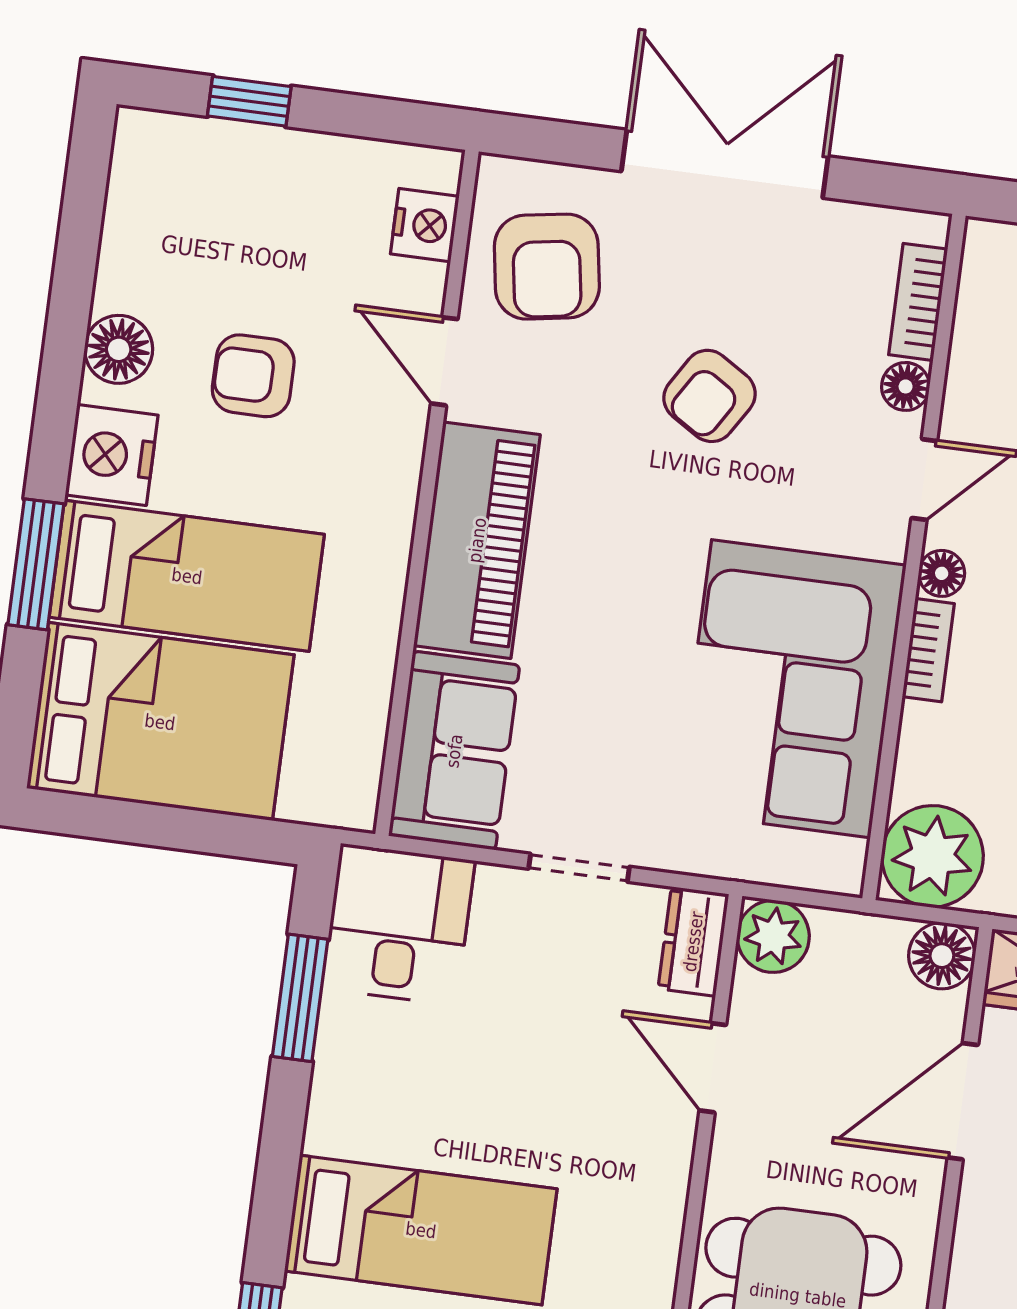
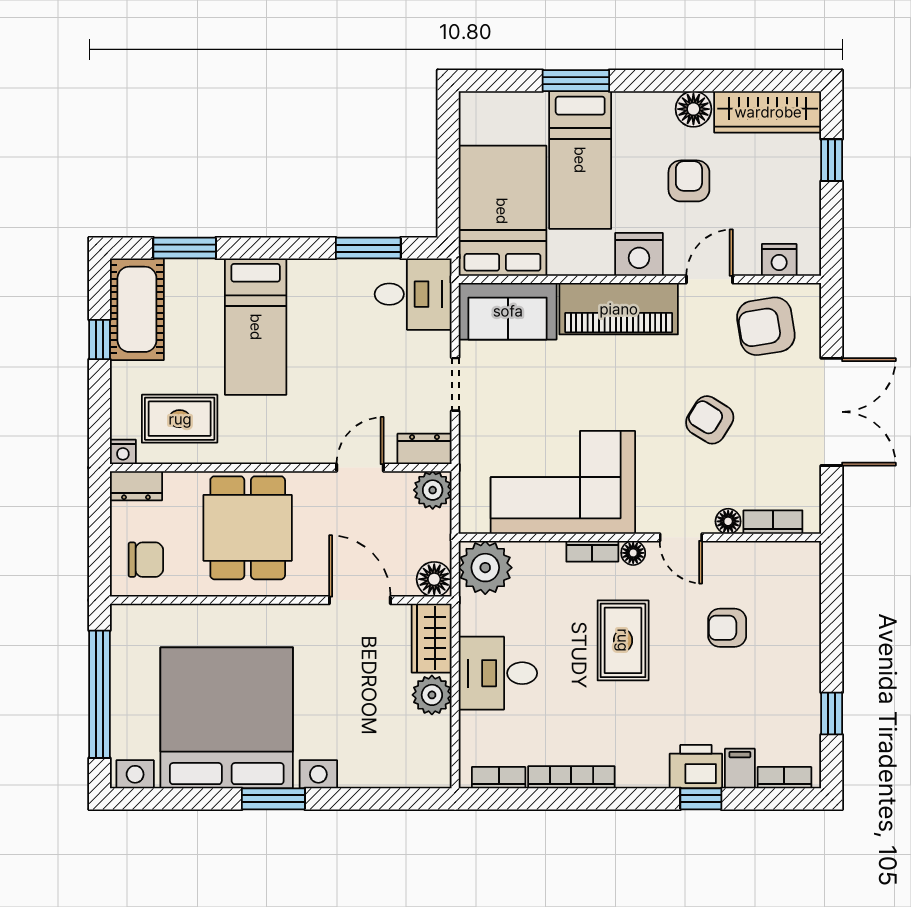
wardrobe: (142, 210) -> (768, 112), added
nightstand: (112, 455) -> (639, 254), moved, turned 180
bed: (160, 722) -> (502, 211), moved, turned 180

